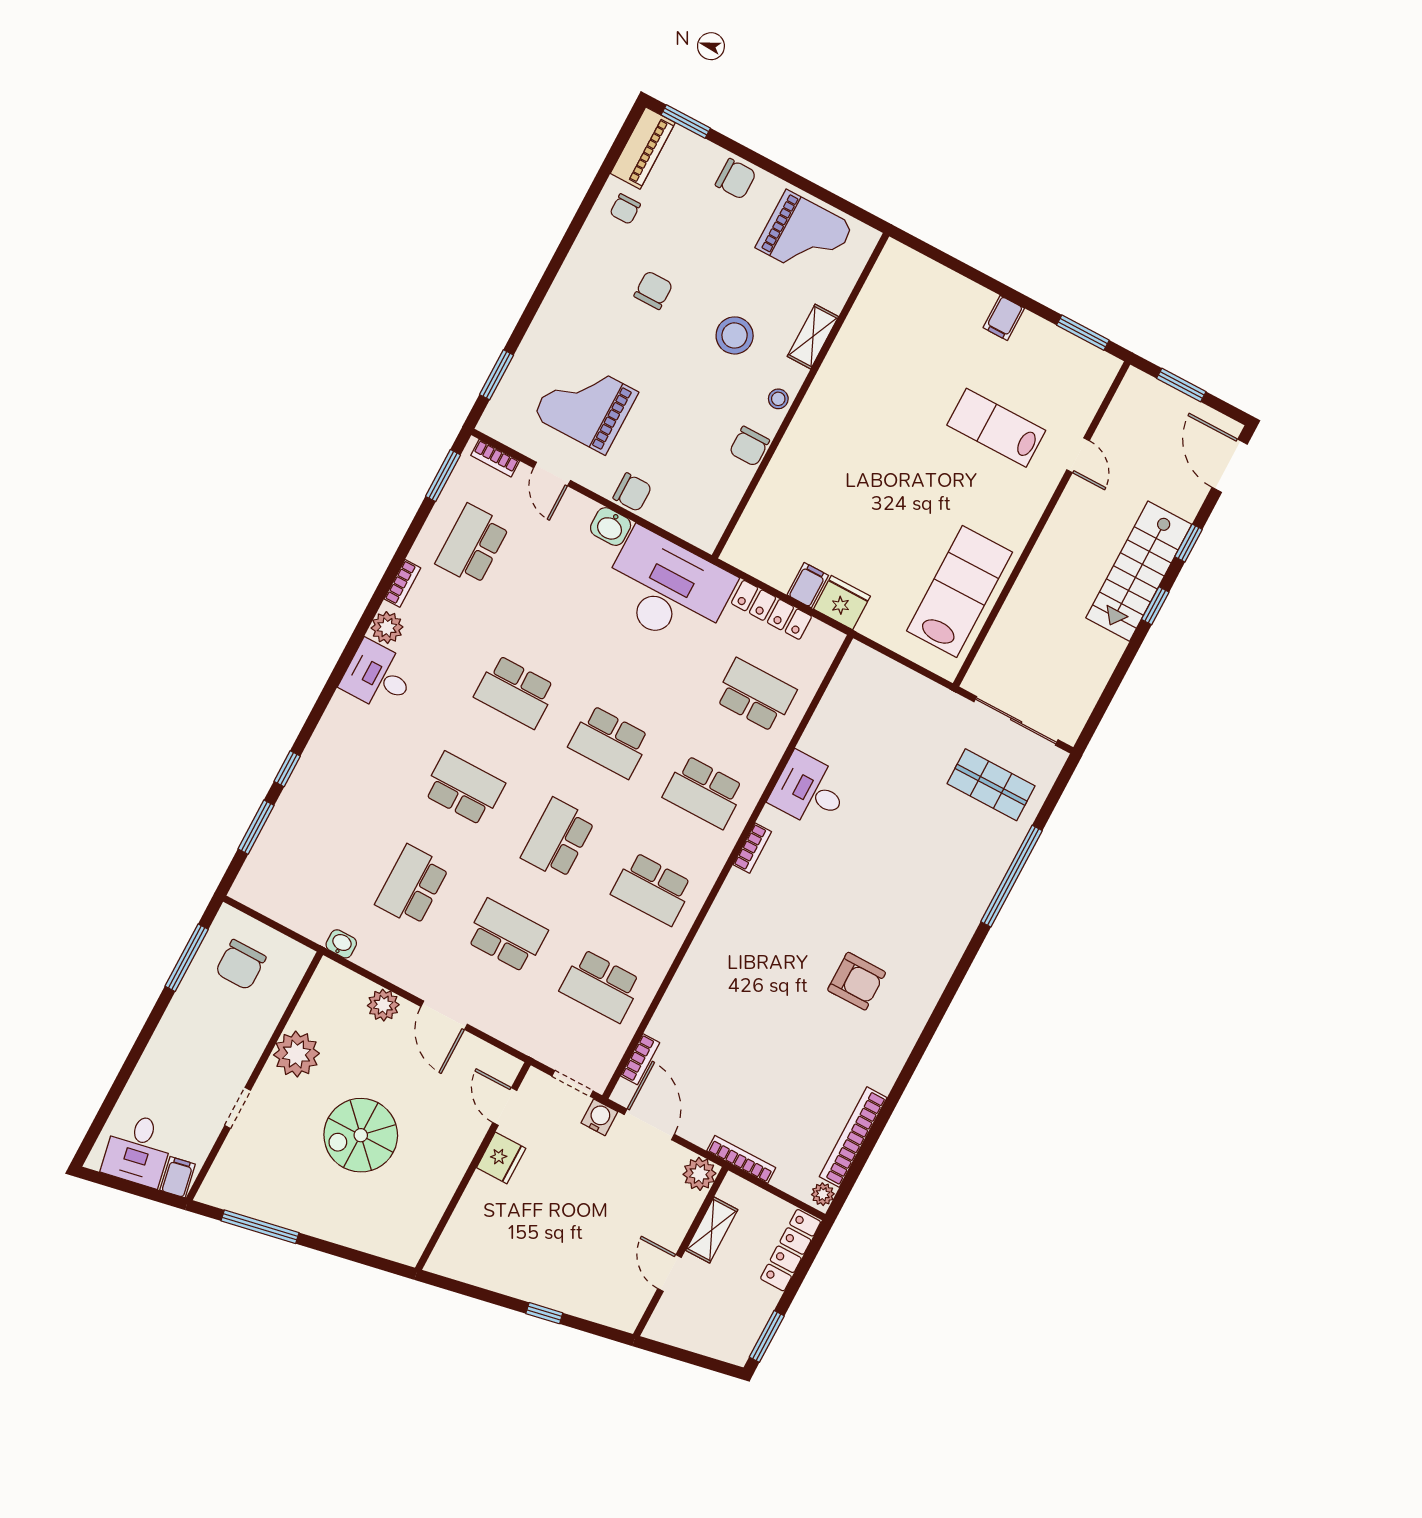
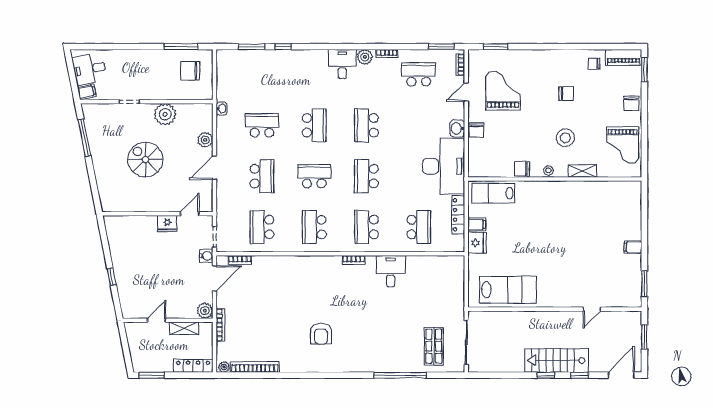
lab bench: (996, 428) -> (493, 193), moved, turned -90

